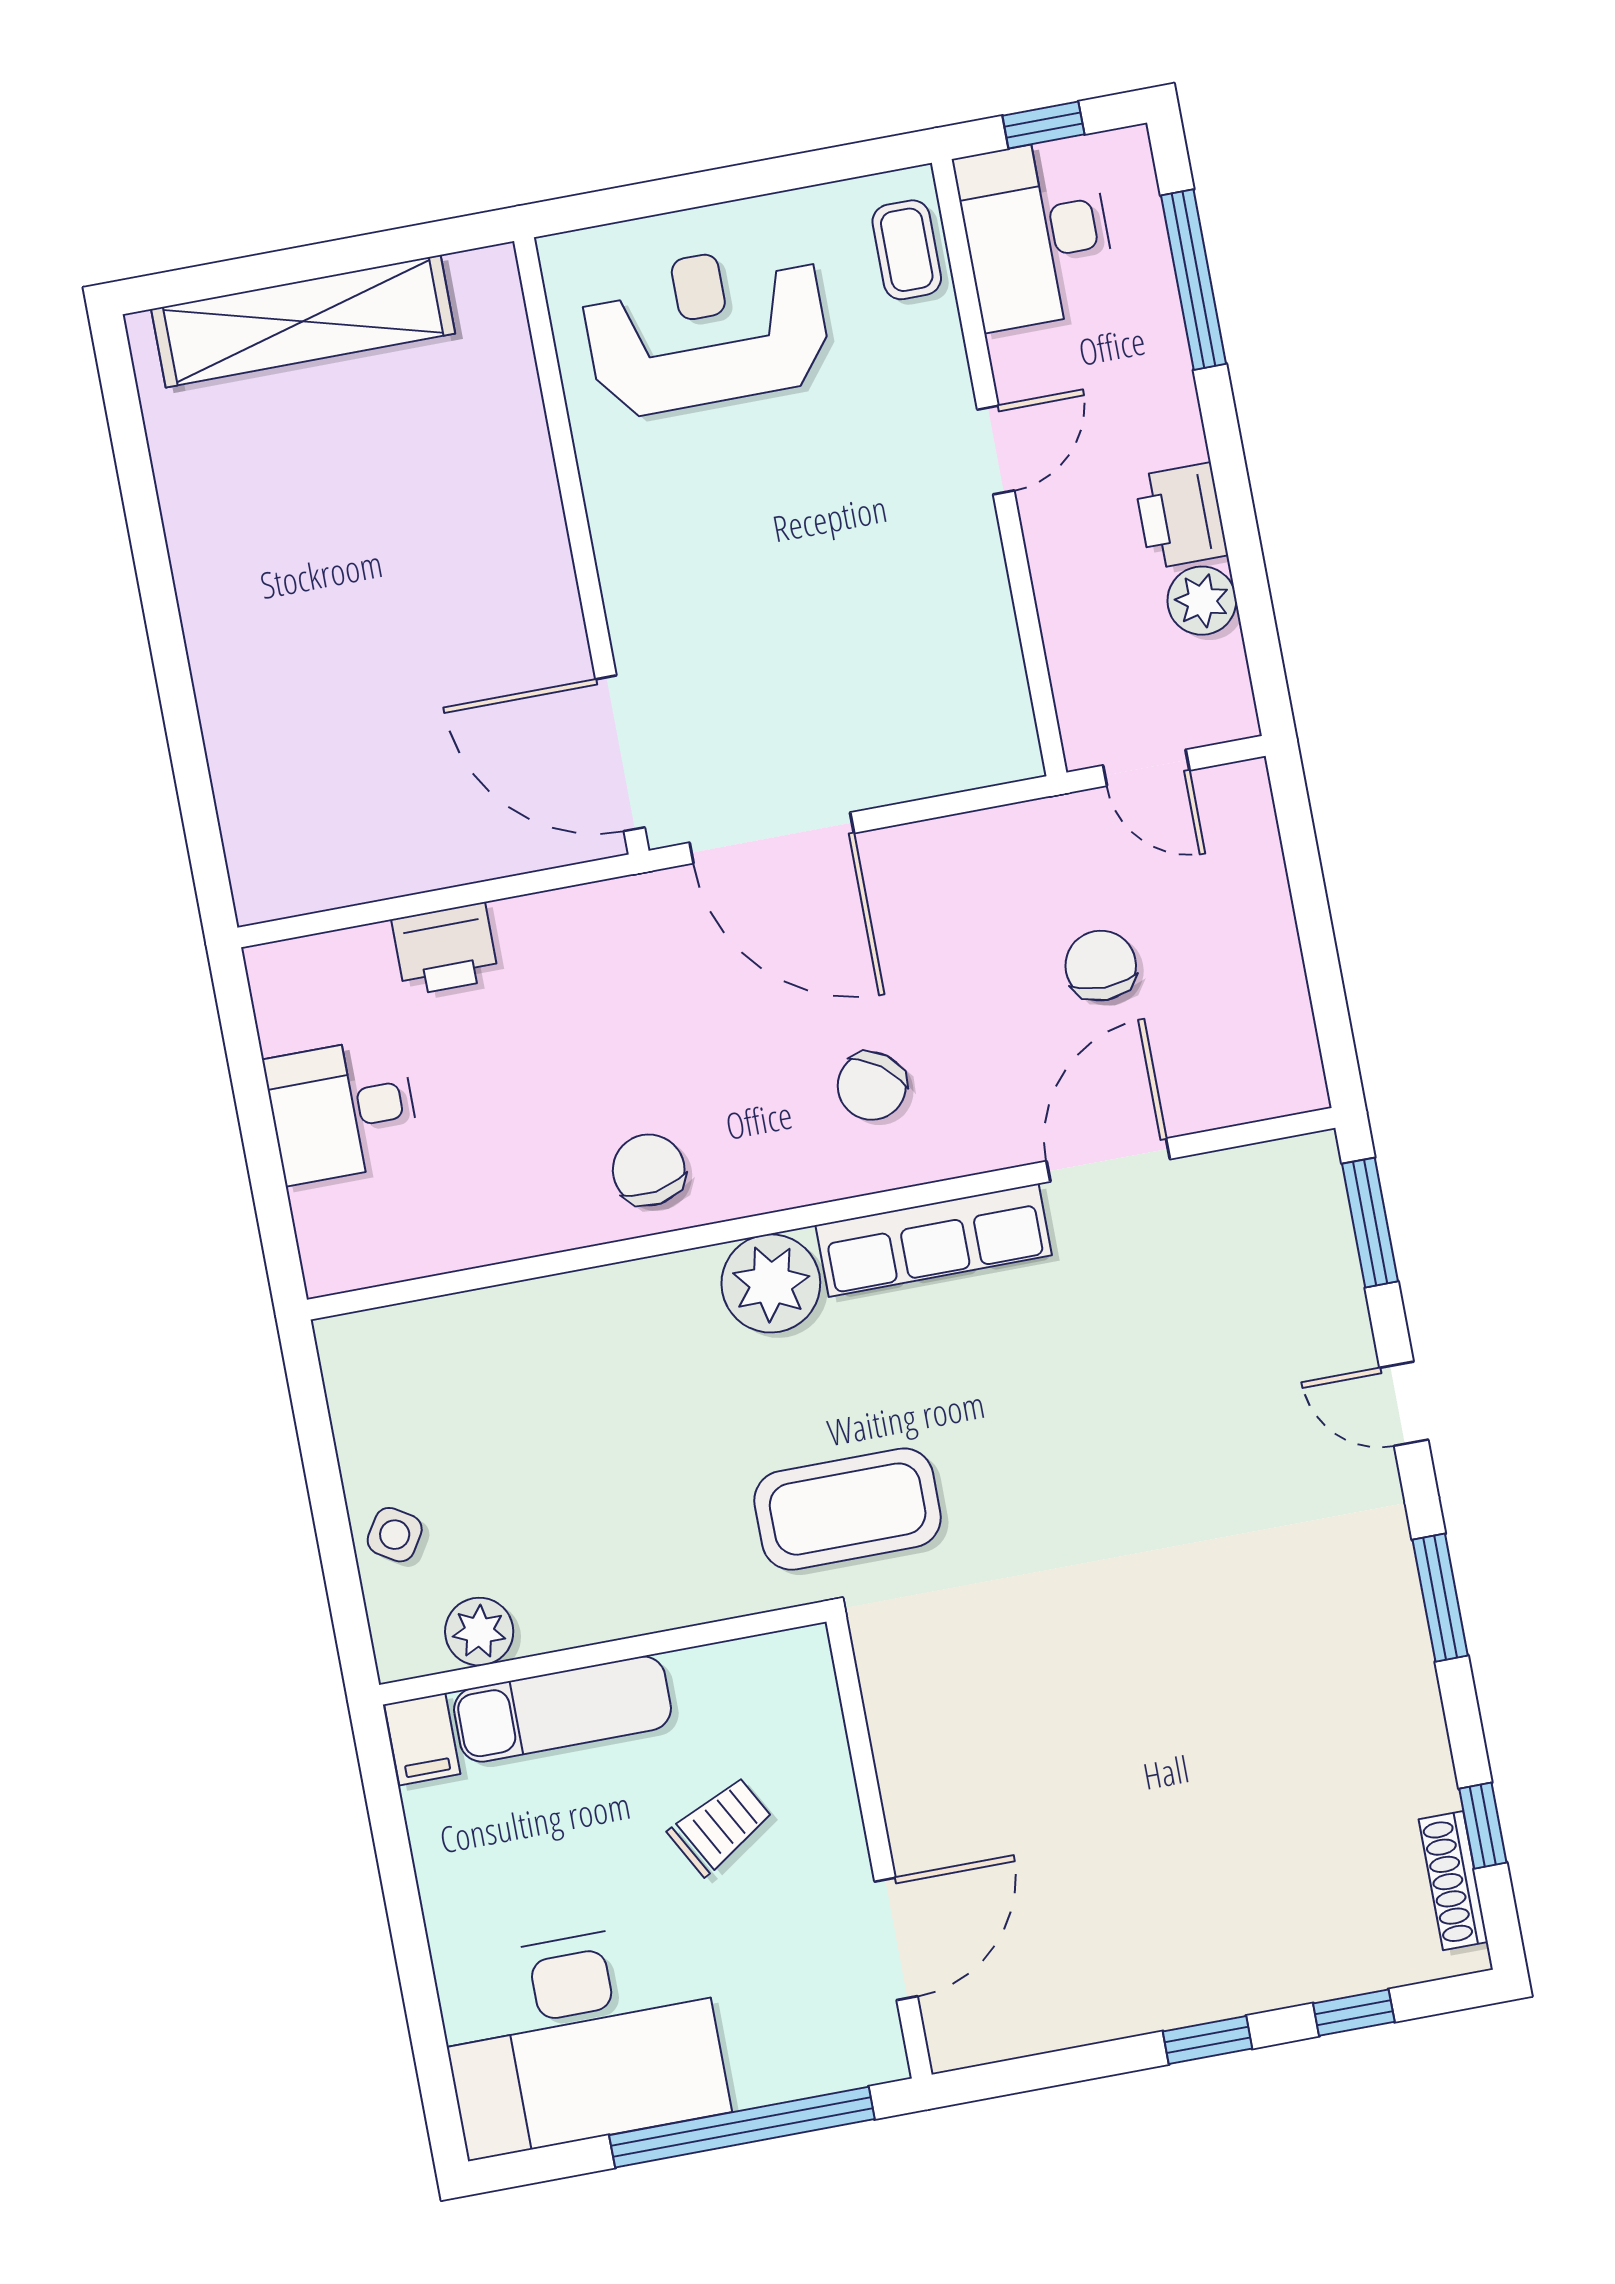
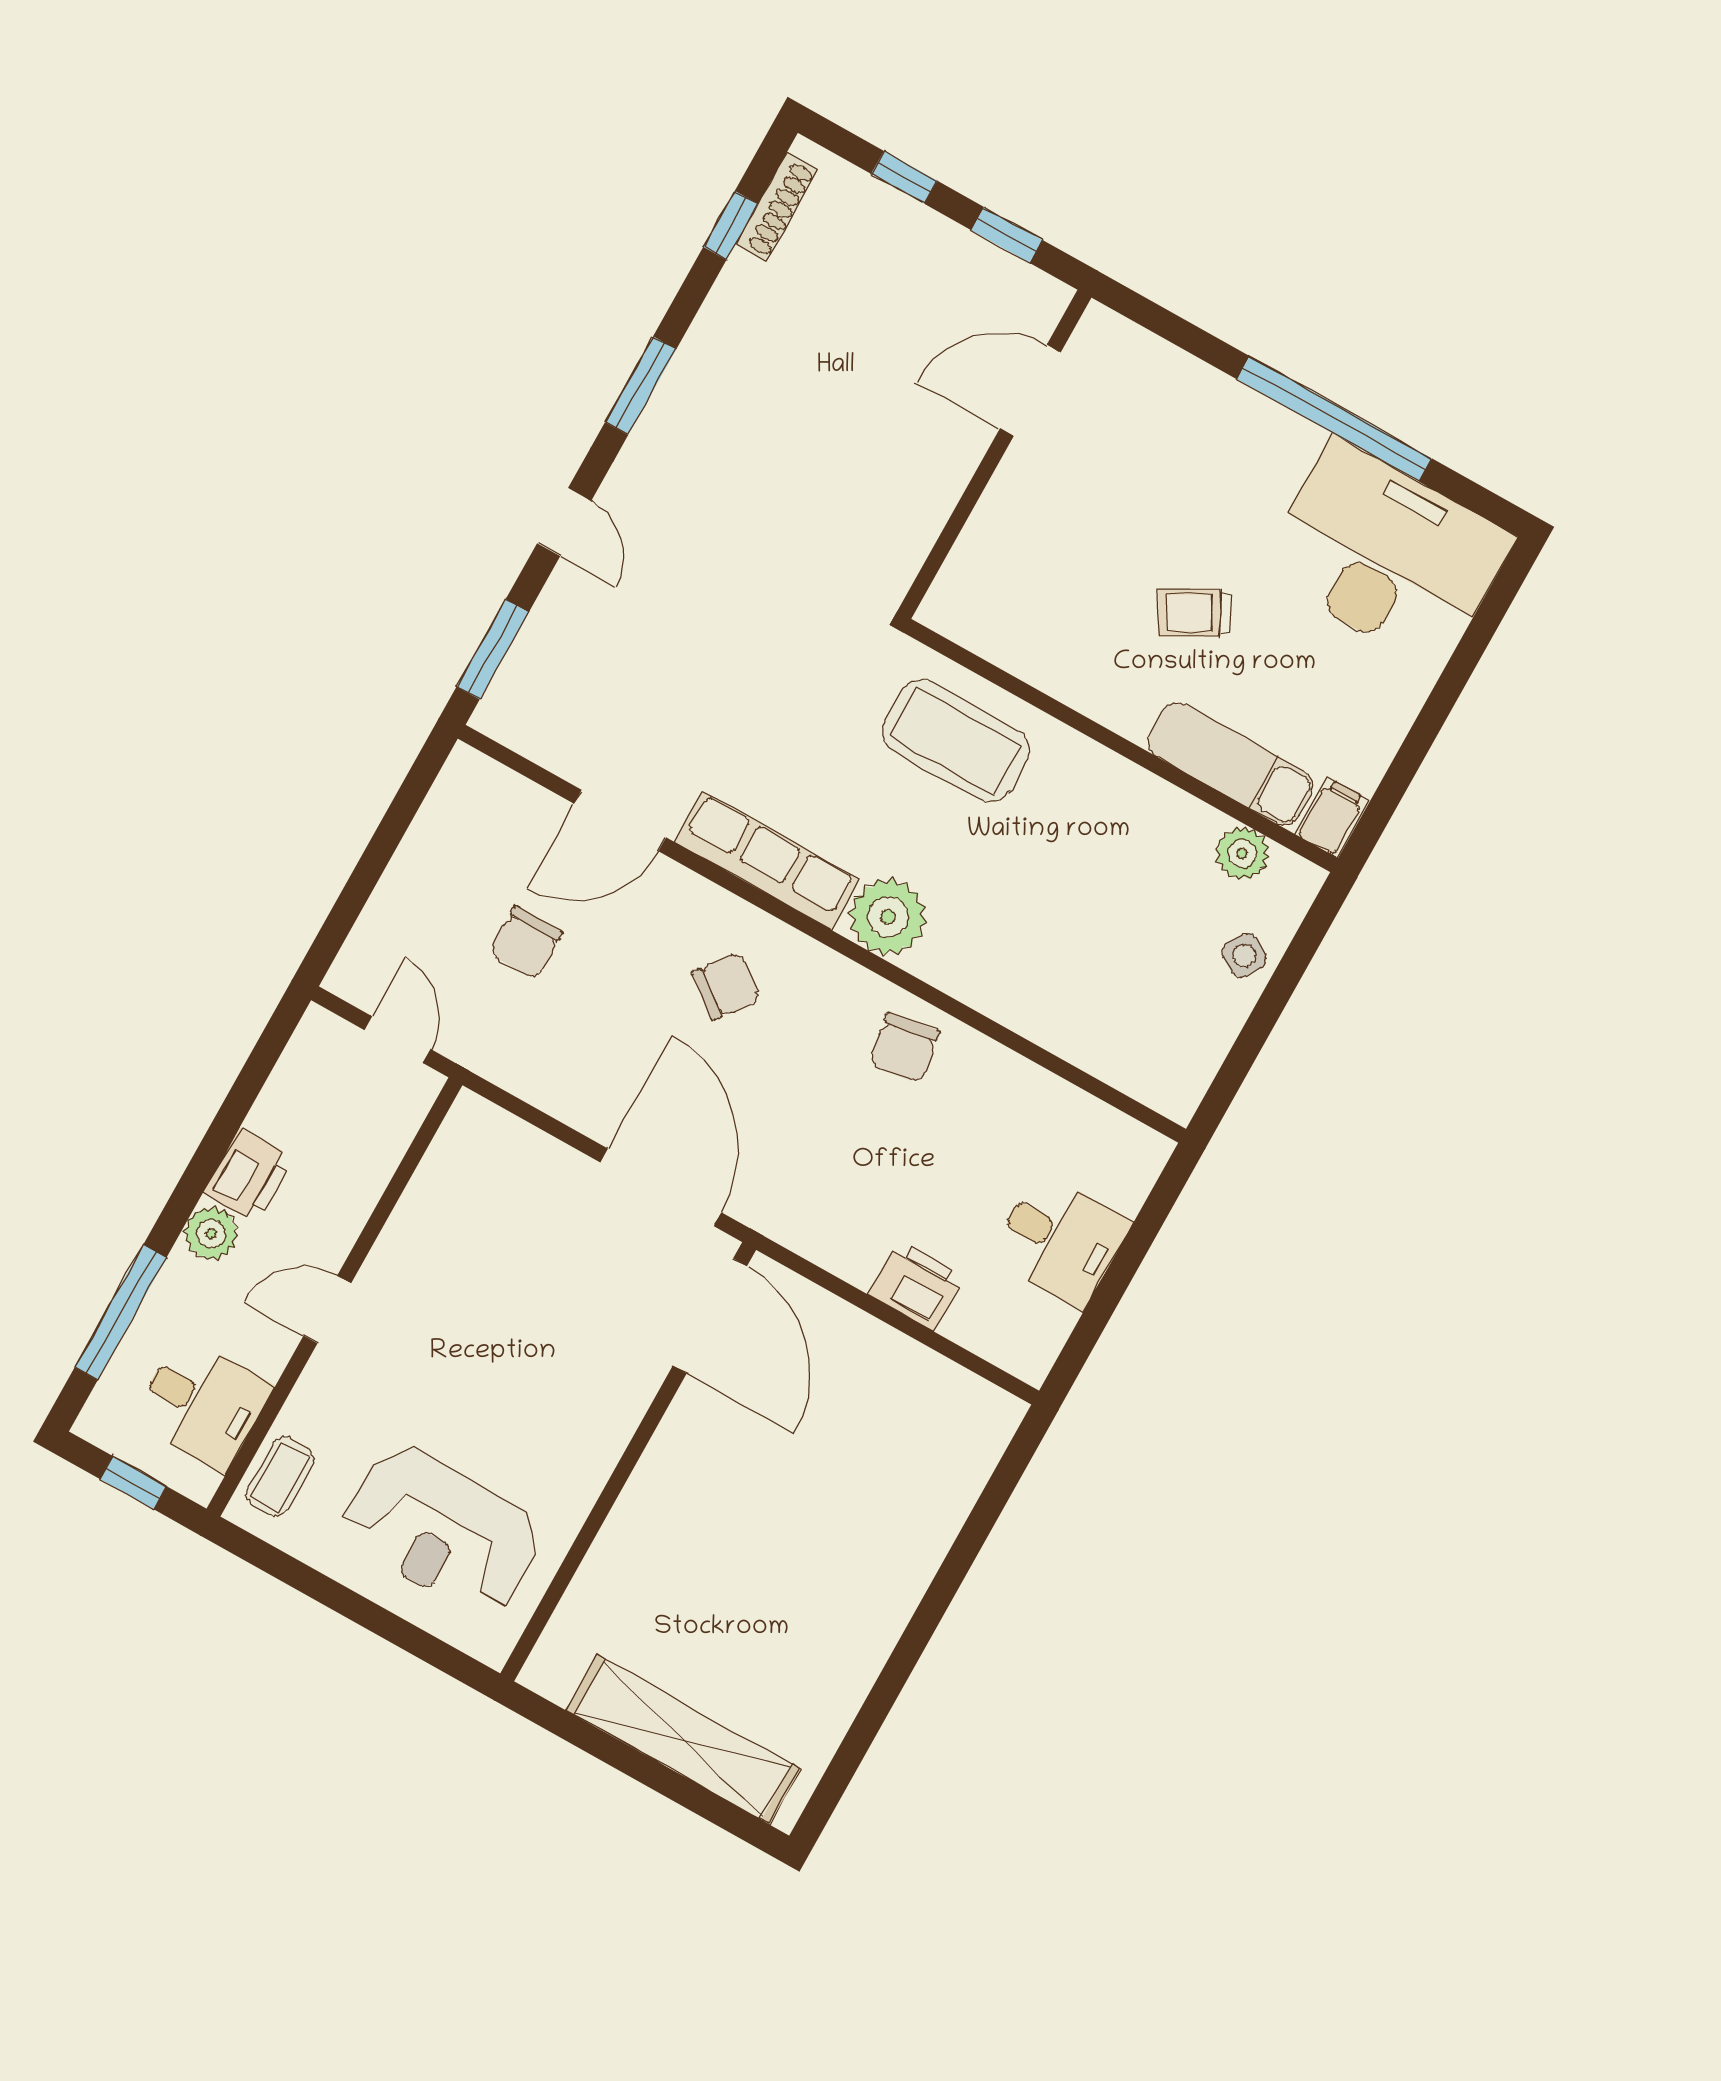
desk: (1036, 234) -> (202, 1403), width x0.73
plant: (1202, 601) -> (211, 1234), moved
wall: (879, 1848) -> (994, 454), moved
door: (896, 1939) -> (1030, 390), moved

